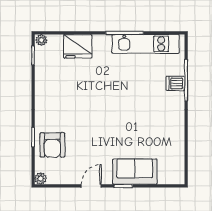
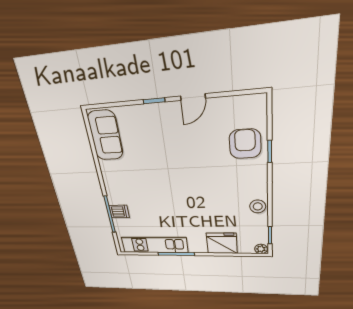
stool: (44, 86) -> (258, 206), added
sofa: (135, 172) -> (105, 135), moved, turned -90
plant: (41, 178) -> (259, 101), removed

